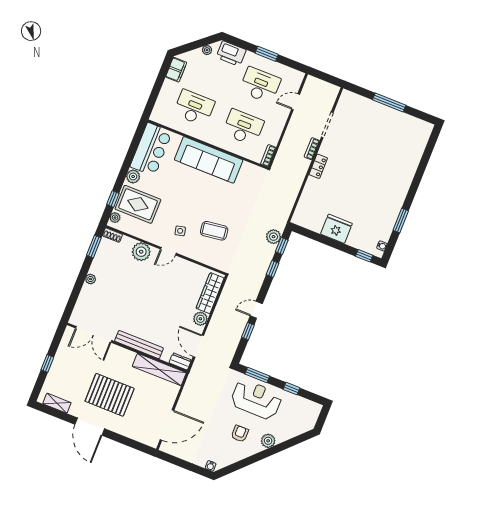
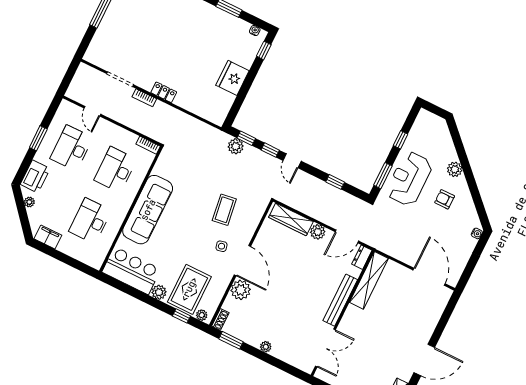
door: (168, 251) -> (242, 261), width x1.87
door: (256, 310) -> (292, 161), moved
pallet: (110, 395) -> (392, 336), removed

